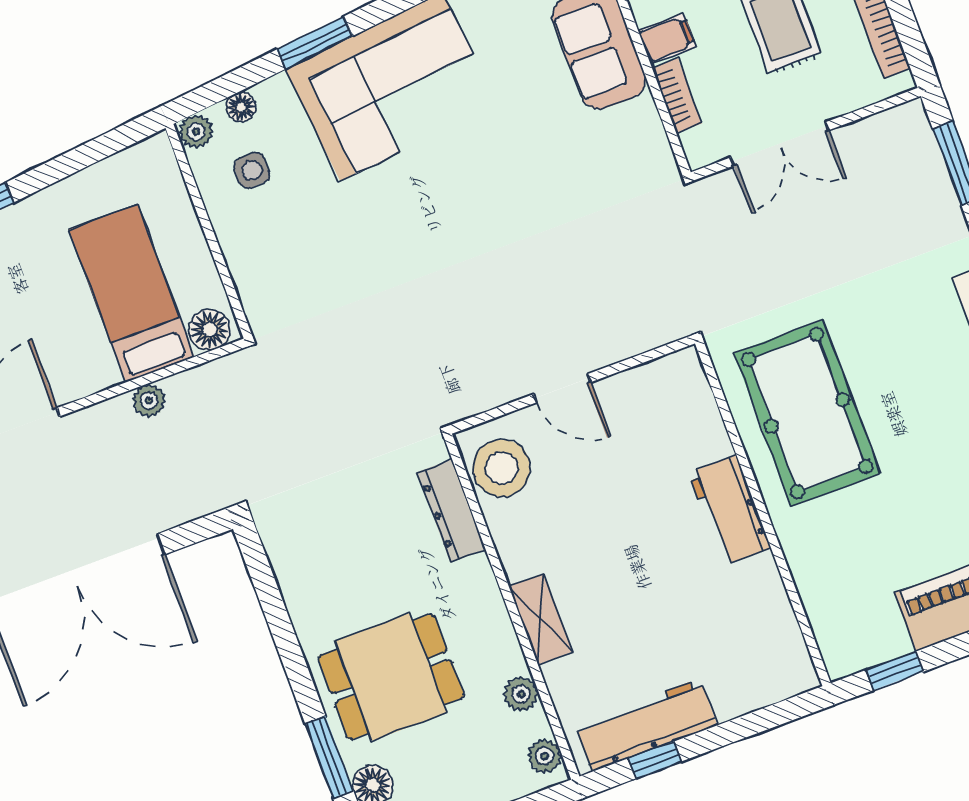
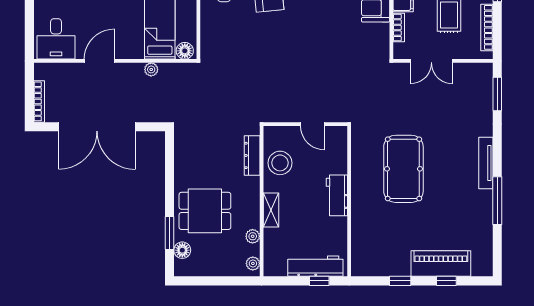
stool: (501, 468) -> (280, 163), moved
workbench: (730, 510) -> (337, 195), moved
wall: (763, 513) -> (349, 201), moved
workbench: (646, 725) -> (315, 266), moved
window: (655, 760) -> (319, 281), moved

